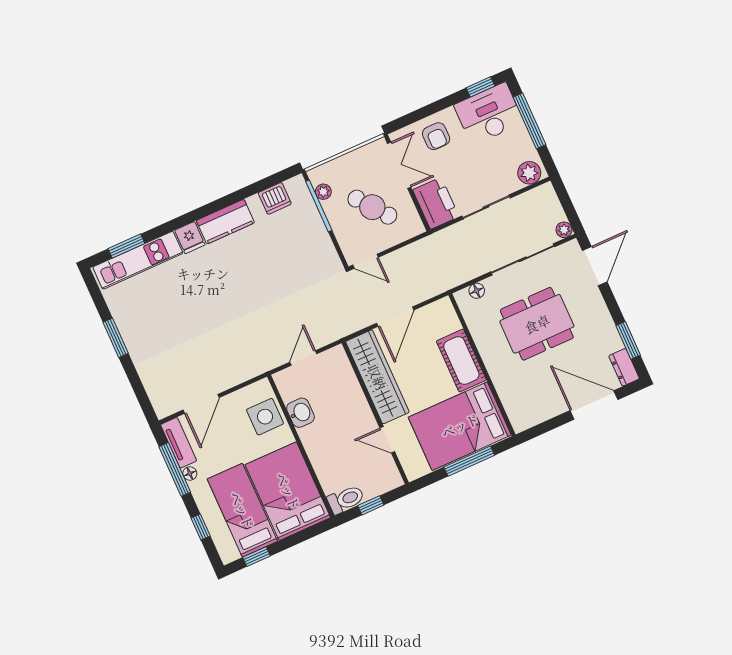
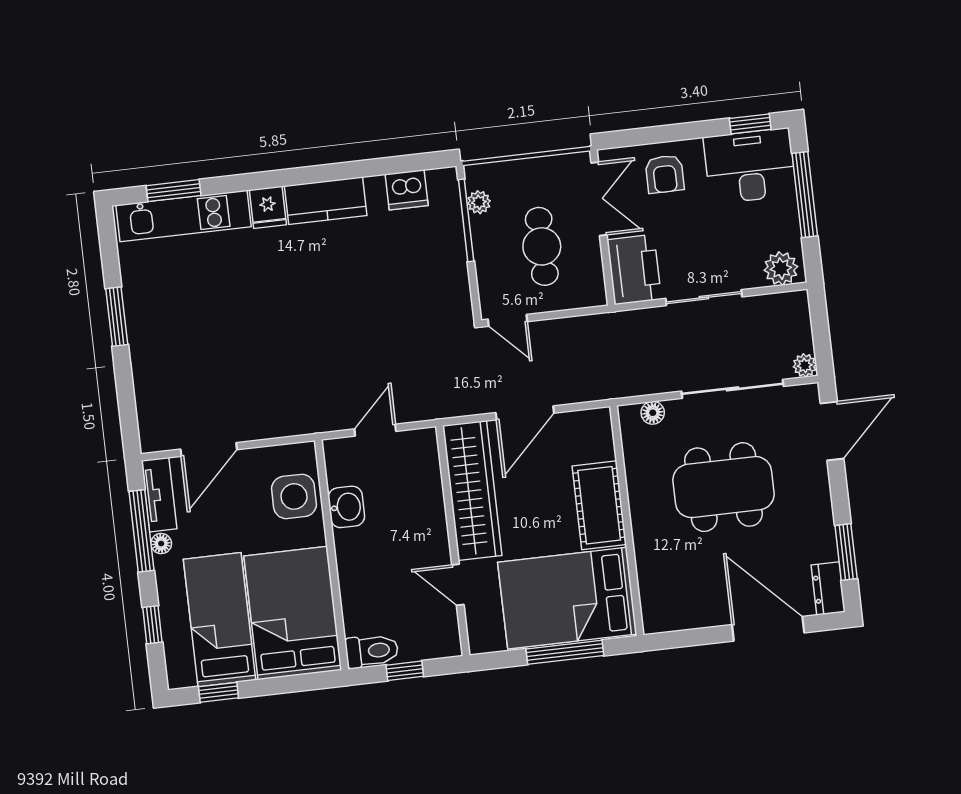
cafe table: (372, 207) -> (542, 246), turned 38

